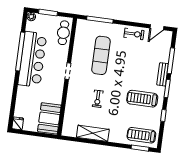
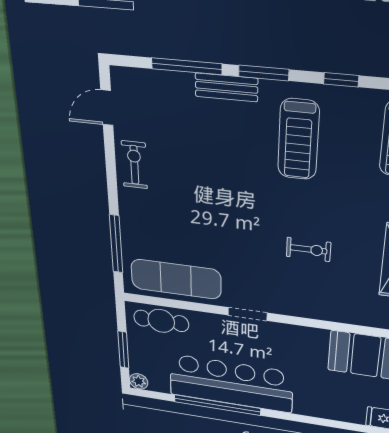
door: (157, 27) -> (107, 108), swing flipped
exercise mat: (101, 55) -> (176, 279), moved

